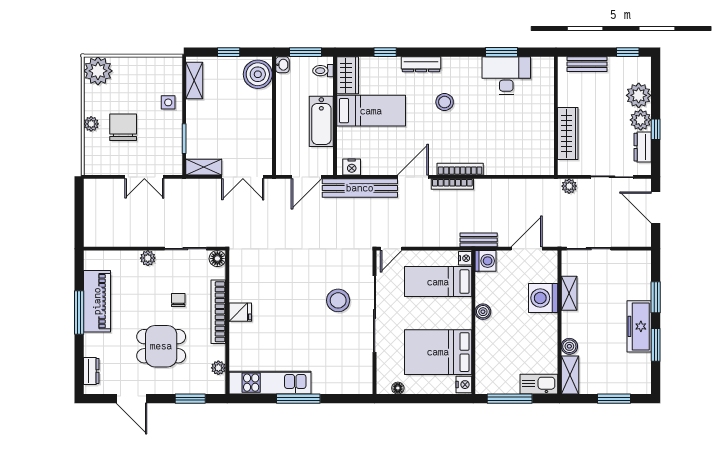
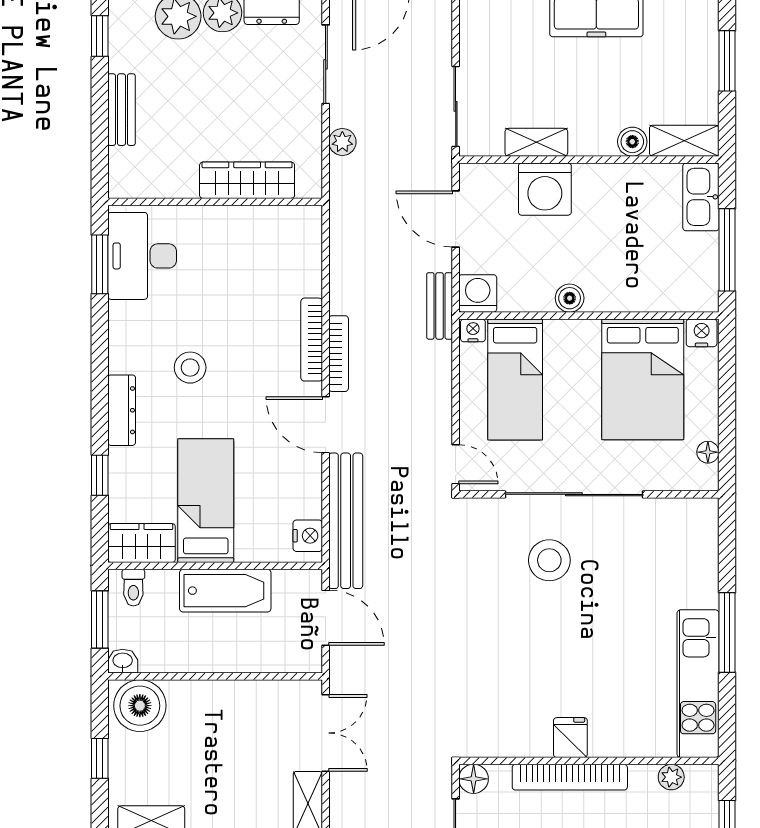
wall: (556, 116) -> (215, 202), moved
wardrobe: (568, 133) -> (247, 180), moved

